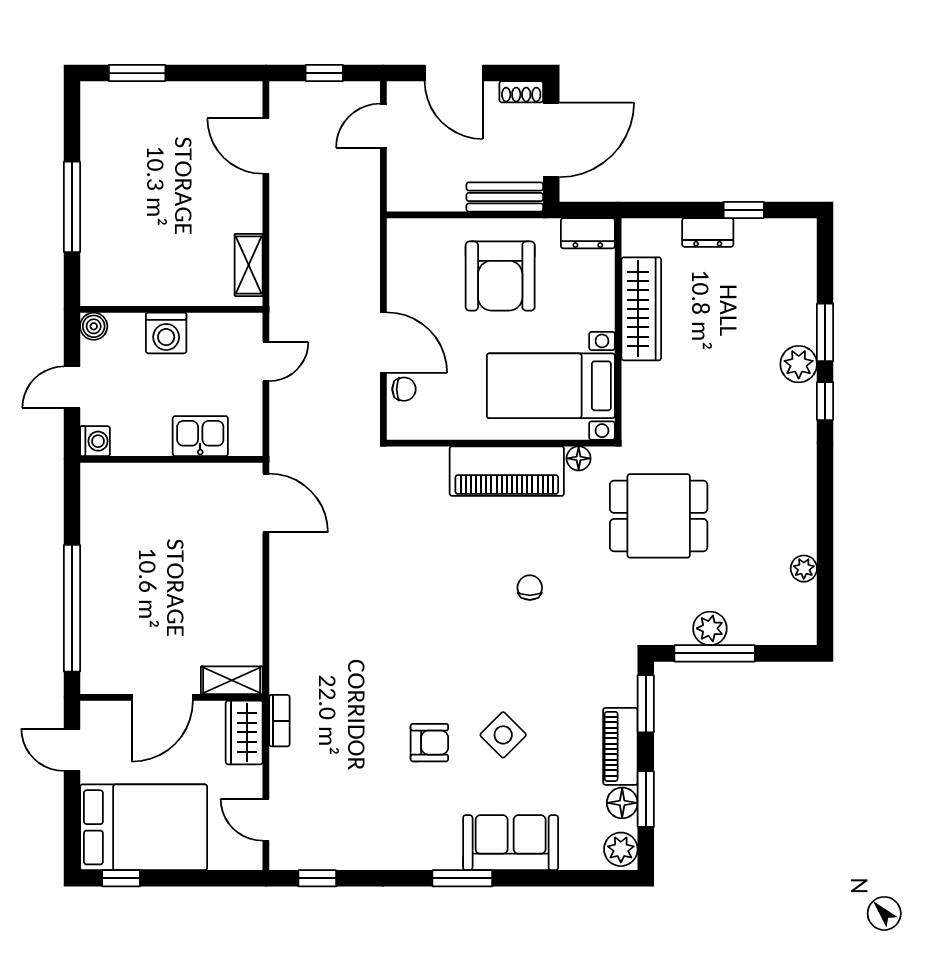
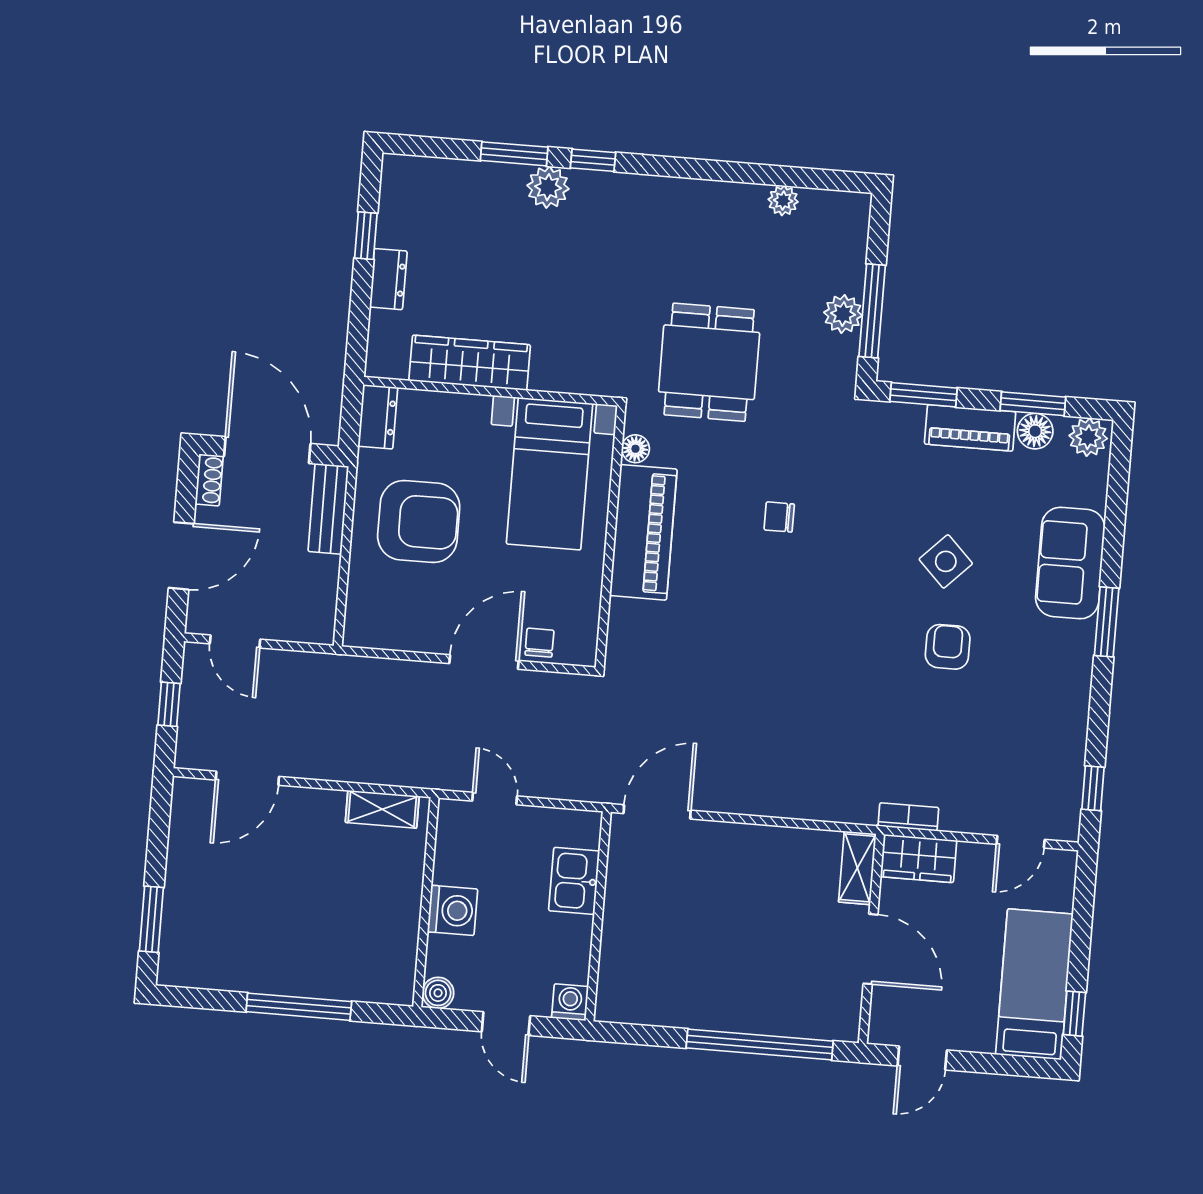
bed: (144, 827) -> (1034, 984), width x0.67

